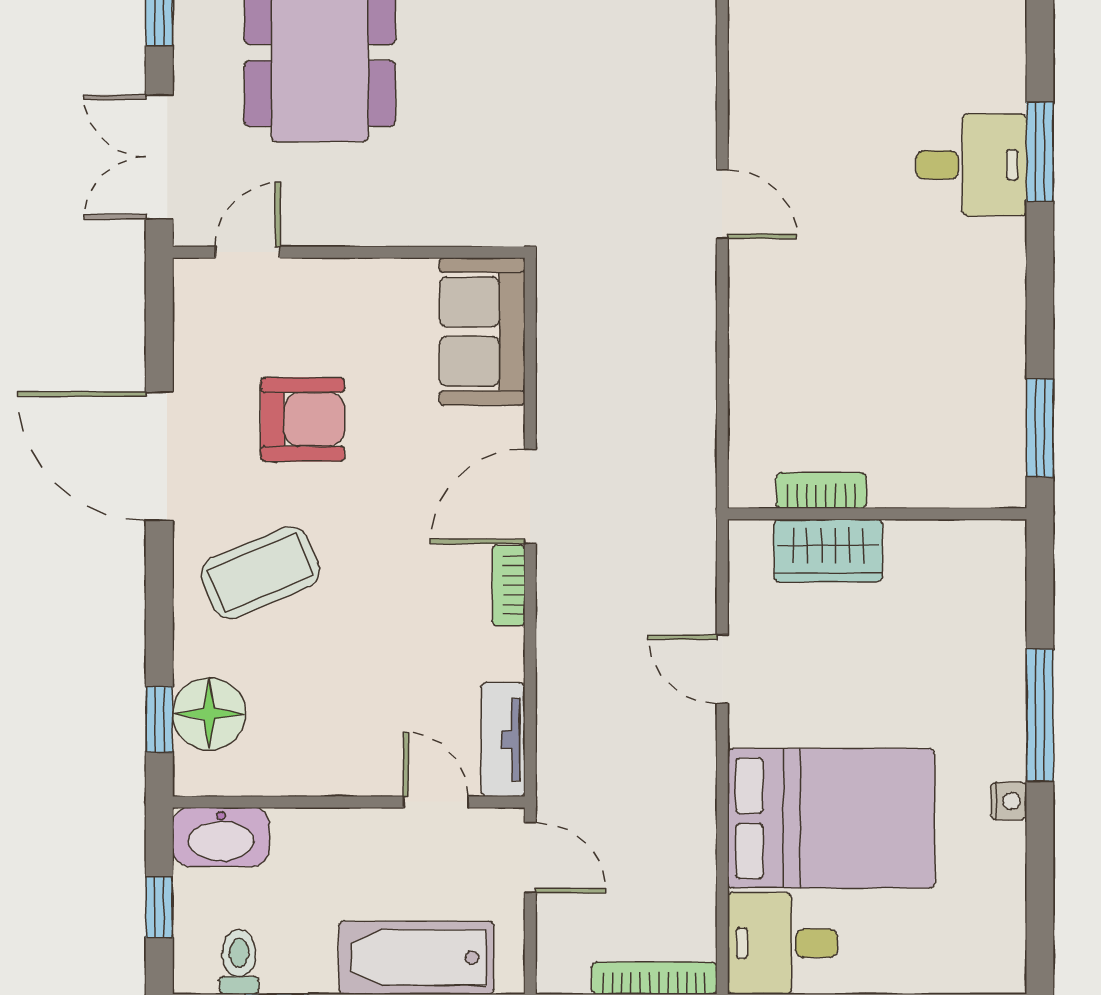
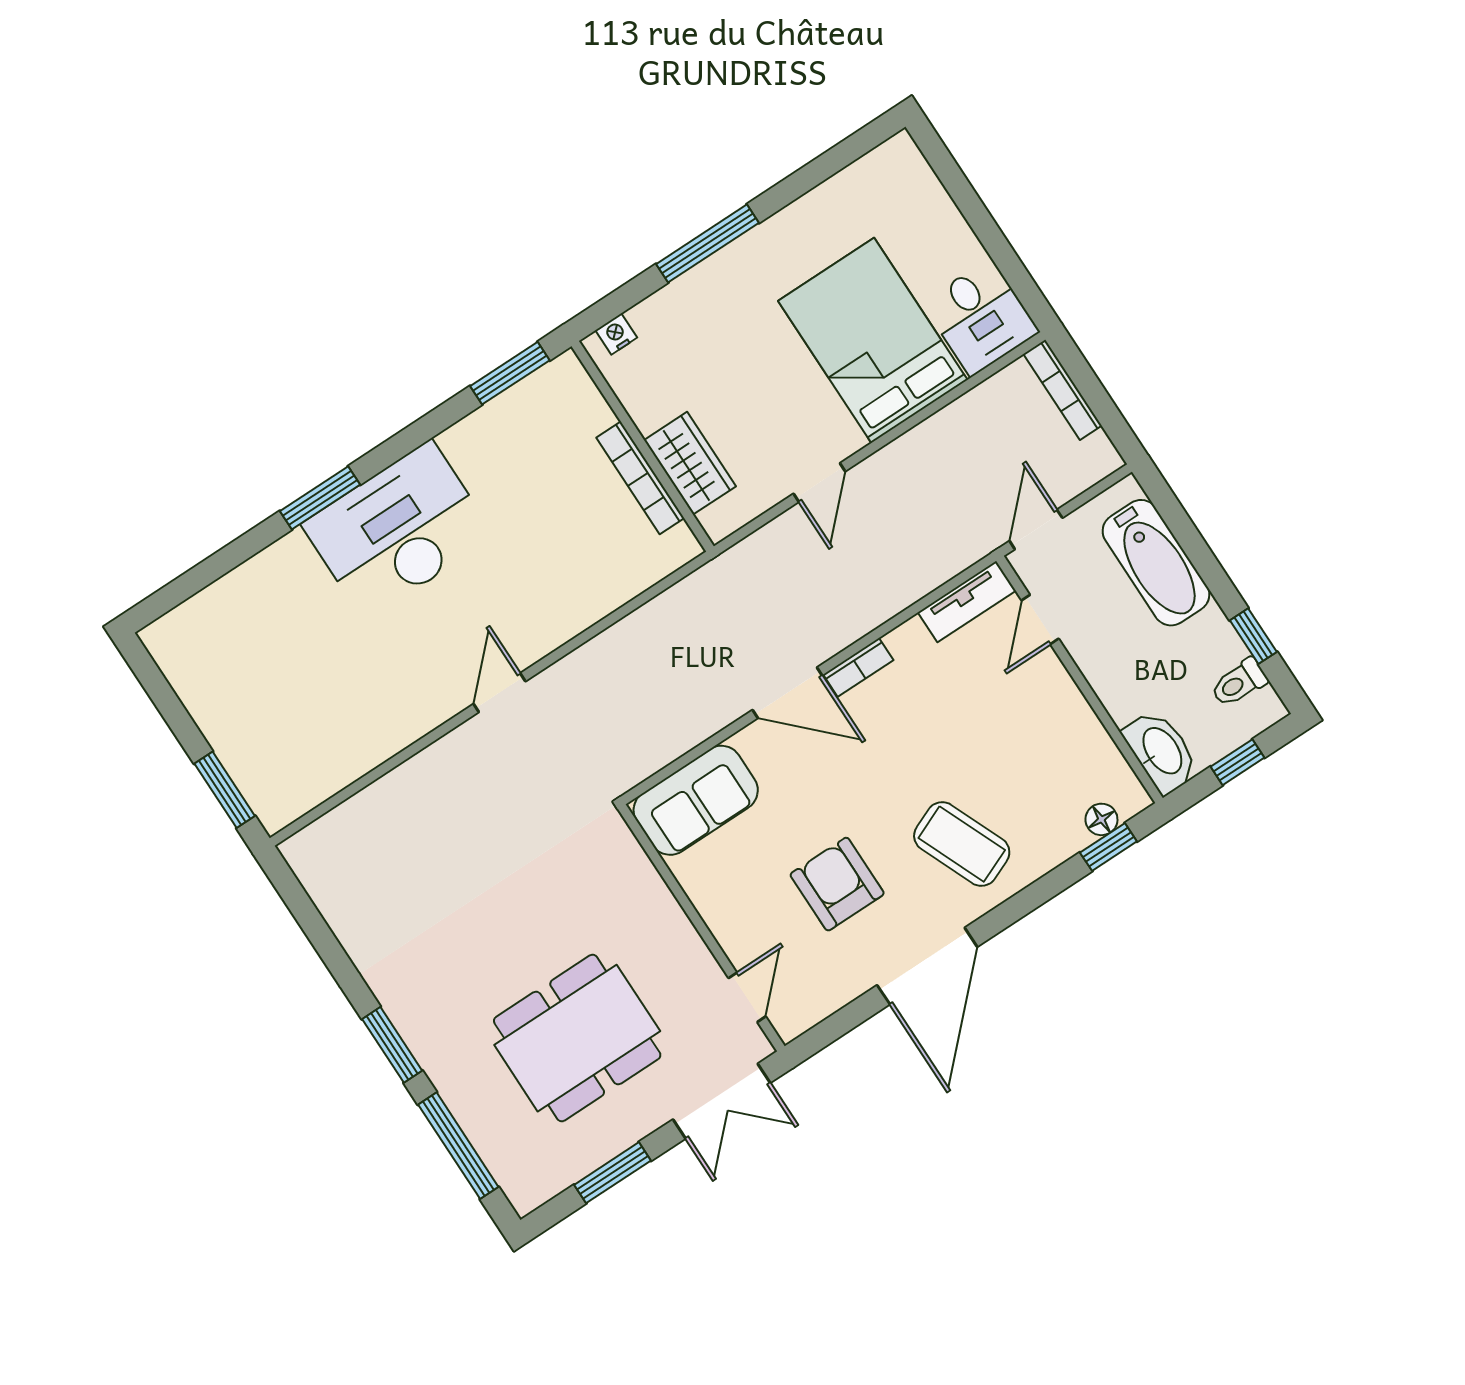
desk: (971, 165) -> (398, 530), width x1.87, depth x1.30
door: (248, 252) -> (747, 997), swing flipped
bookcase: (821, 490) -> (640, 478), width x1.56
floor lamp: (209, 714) -> (1101, 819), width x0.53, depth x0.53
nightstand: (1009, 801) -> (616, 334), moved

